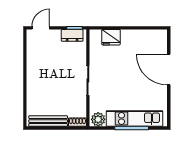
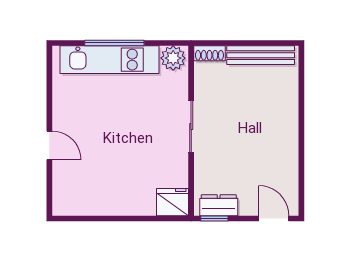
door: (41, 28) -> (274, 218), swing flipped
fridge: (111, 37) -> (173, 202), moved
door: (169, 70) -> (49, 145), width x0.53

